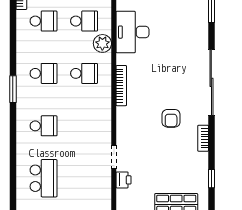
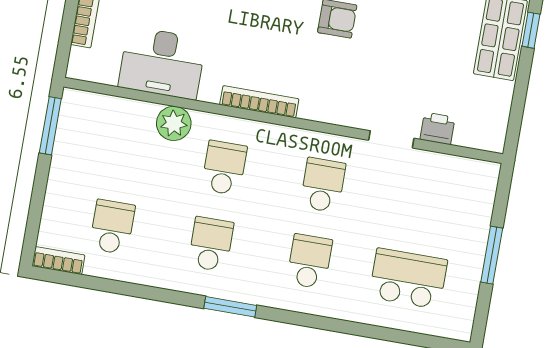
school desk: (84, 21) -> (323, 185), moved

